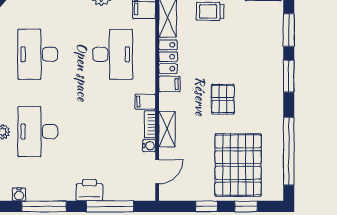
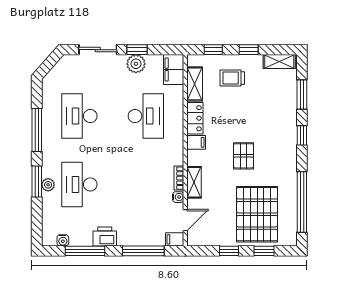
window: (289, 76) -> (302, 135), width x0.67
filing cabinet: (145, 102) -> (175, 239), moved
printer: (89, 190) -> (105, 237), moved

